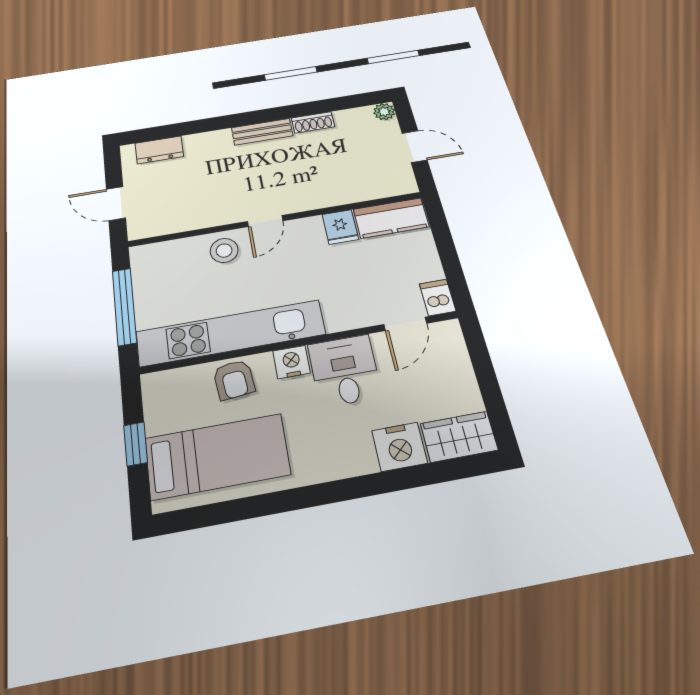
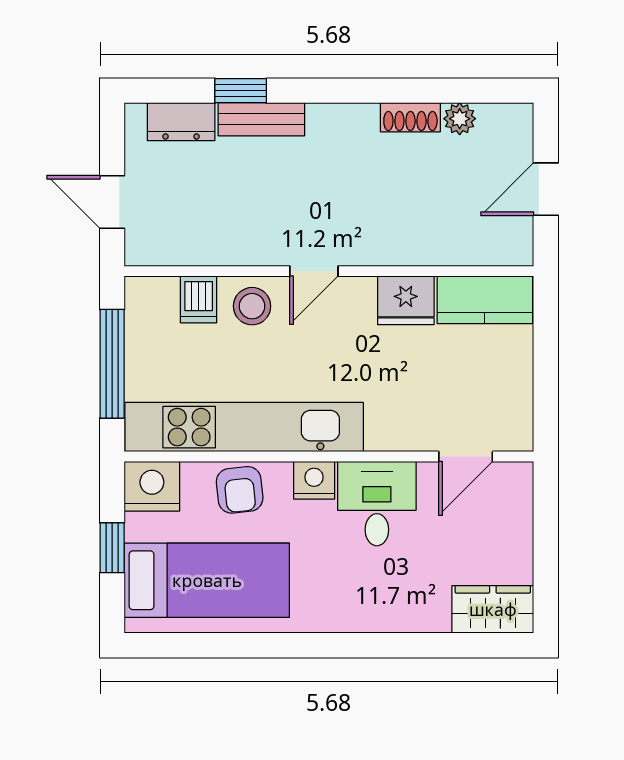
plant: (384, 112) -> (460, 119), moved
window: (197, 127) -> (241, 91), added
bench: (262, 132) -> (261, 119), moved
door: (414, 146) -> (546, 189), swing flipped
fridge: (340, 227) -> (406, 300), width x1.38
dishwasher: (438, 297) -> (199, 299), moved, turned 180
nightstand: (400, 447) -> (152, 486), moved, turned 180

